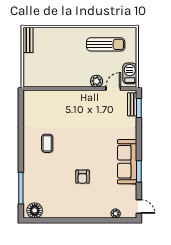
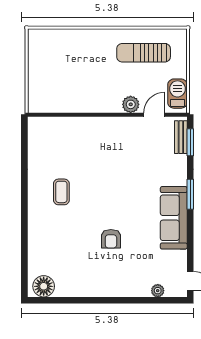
bench: (28, 40) -> (34, 46), removed
sun lounger: (106, 44) -> (144, 53), turned 180
window: (139, 171) -> (190, 194), moved
window: (21, 188) -> (24, 255), removed

